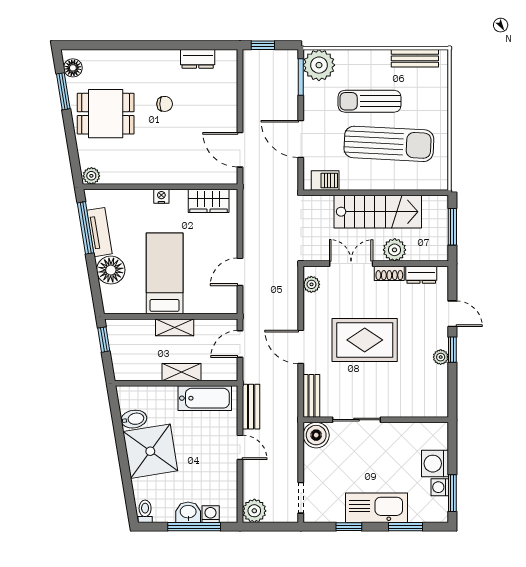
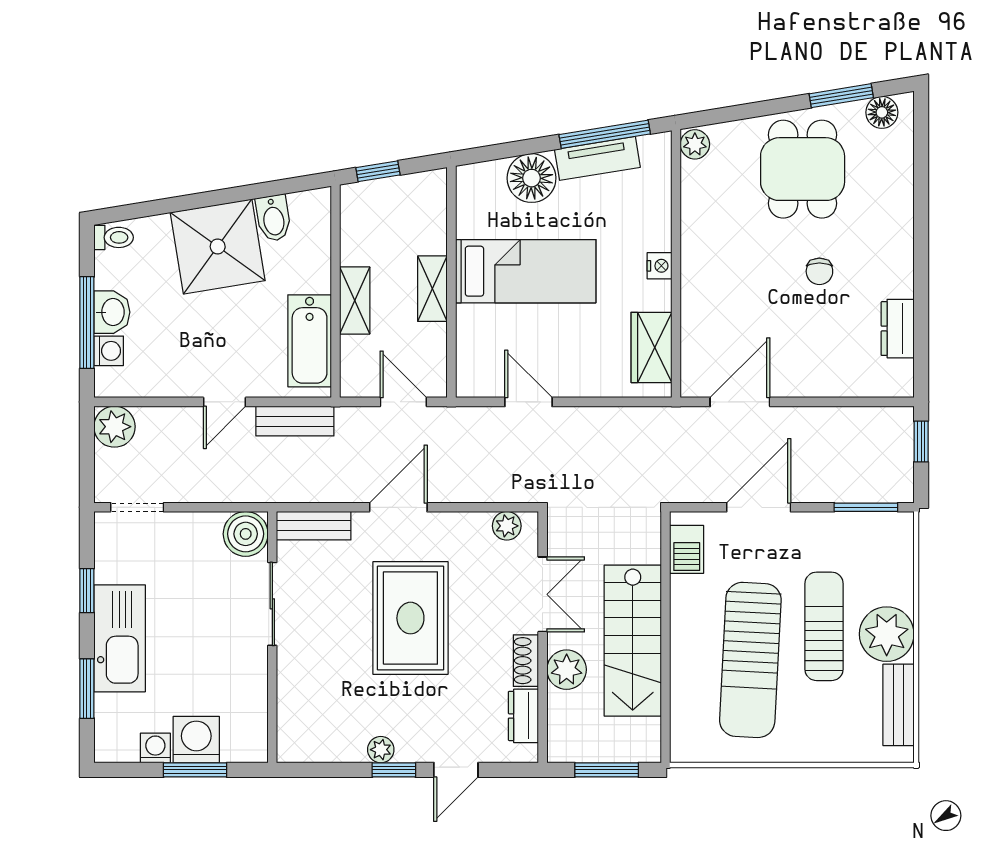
plant: (319, 65) -> (887, 634), moved
window: (104, 340) -> (378, 171), moved
window: (452, 493) -> (195, 770), moved

